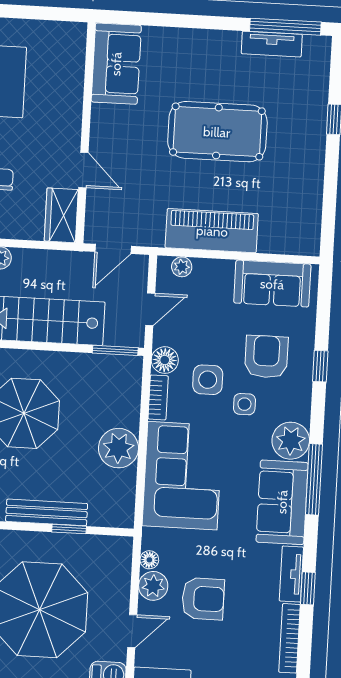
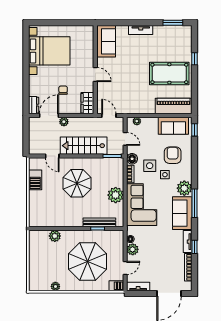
window: (285, 27) -> (173, 23), width x0.69
tv unit: (272, 44) -> (141, 30), moved
pool table: (217, 132) -> (169, 73), moved
door: (83, 170) -> (95, 74), moved
piano: (212, 231) -> (174, 106), moved
door: (113, 249) -> (109, 116), swing flipped
door: (150, 309) -> (125, 139), hinge flipped
window: (320, 366) -> (194, 130), moved
bench: (47, 512) -> (99, 222), moved
armchair: (203, 599) -> (153, 253), removed

